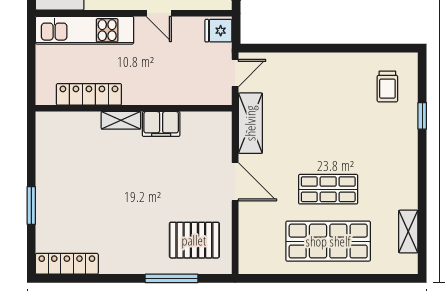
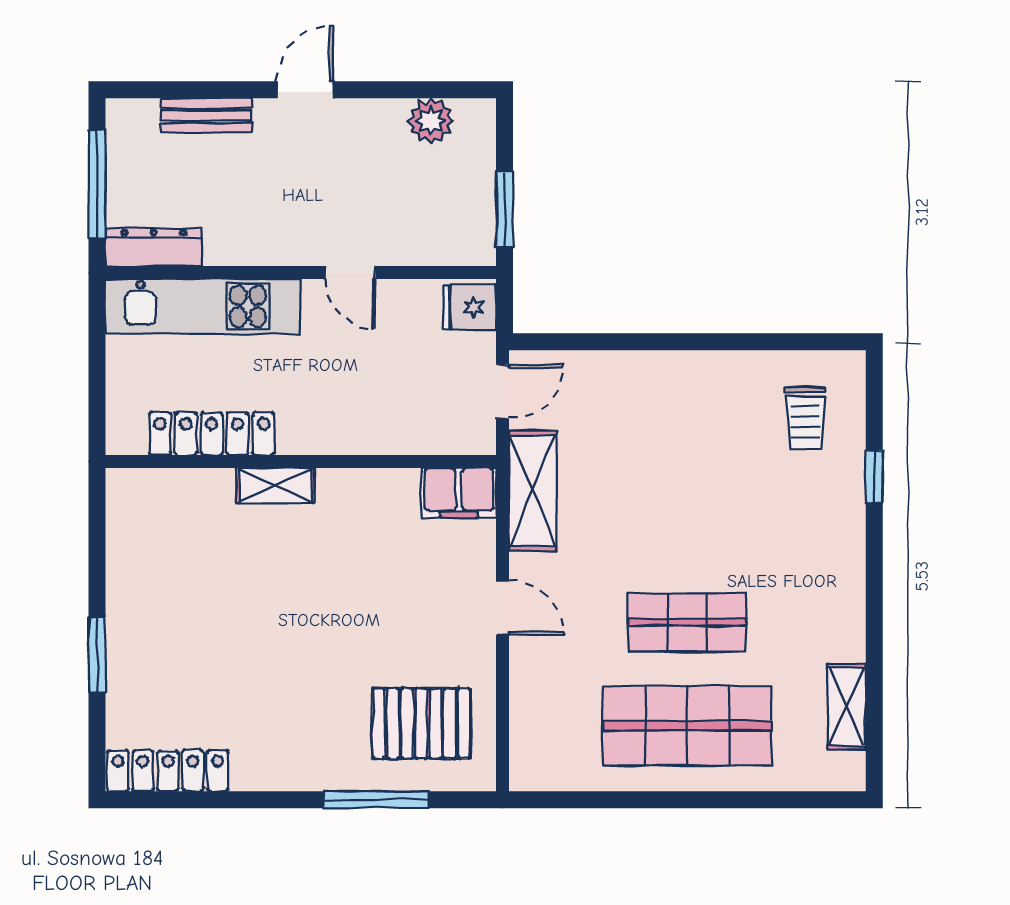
filing cabinet: (161, 124) -> (459, 493), moved
door: (235, 182) -> (502, 608), width x0.73

